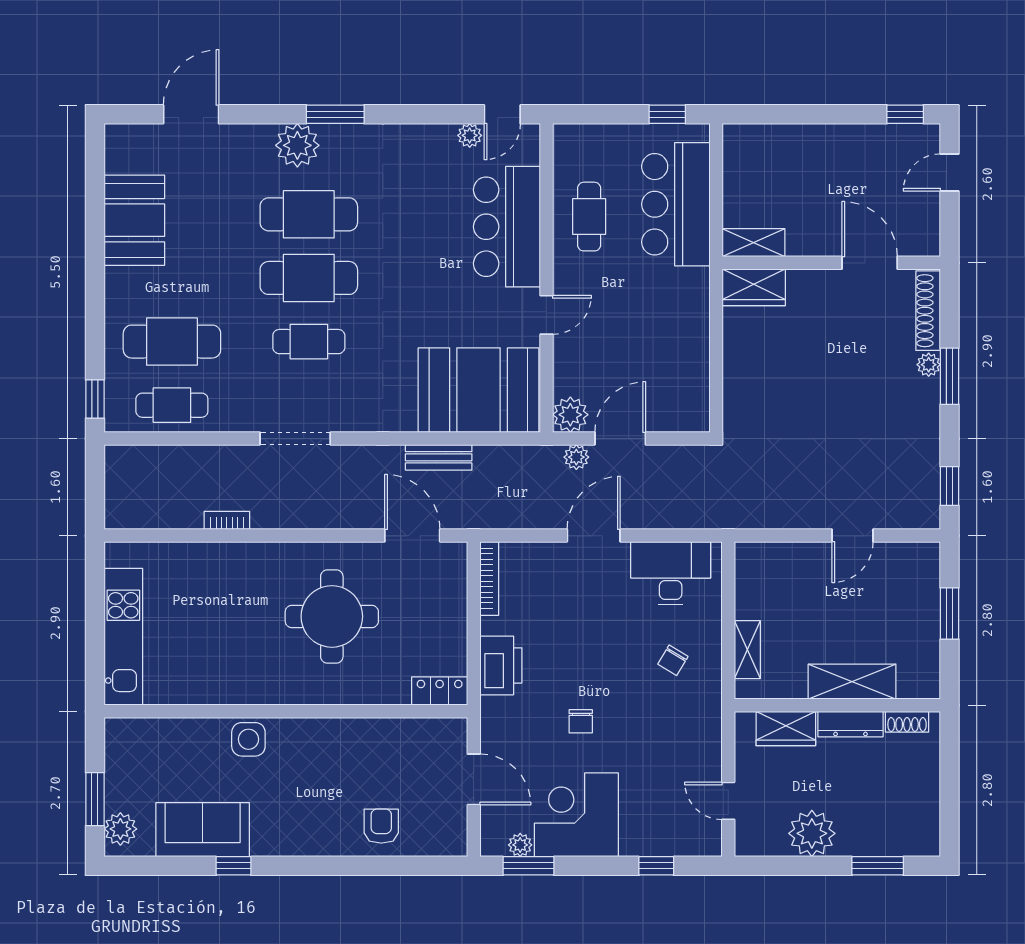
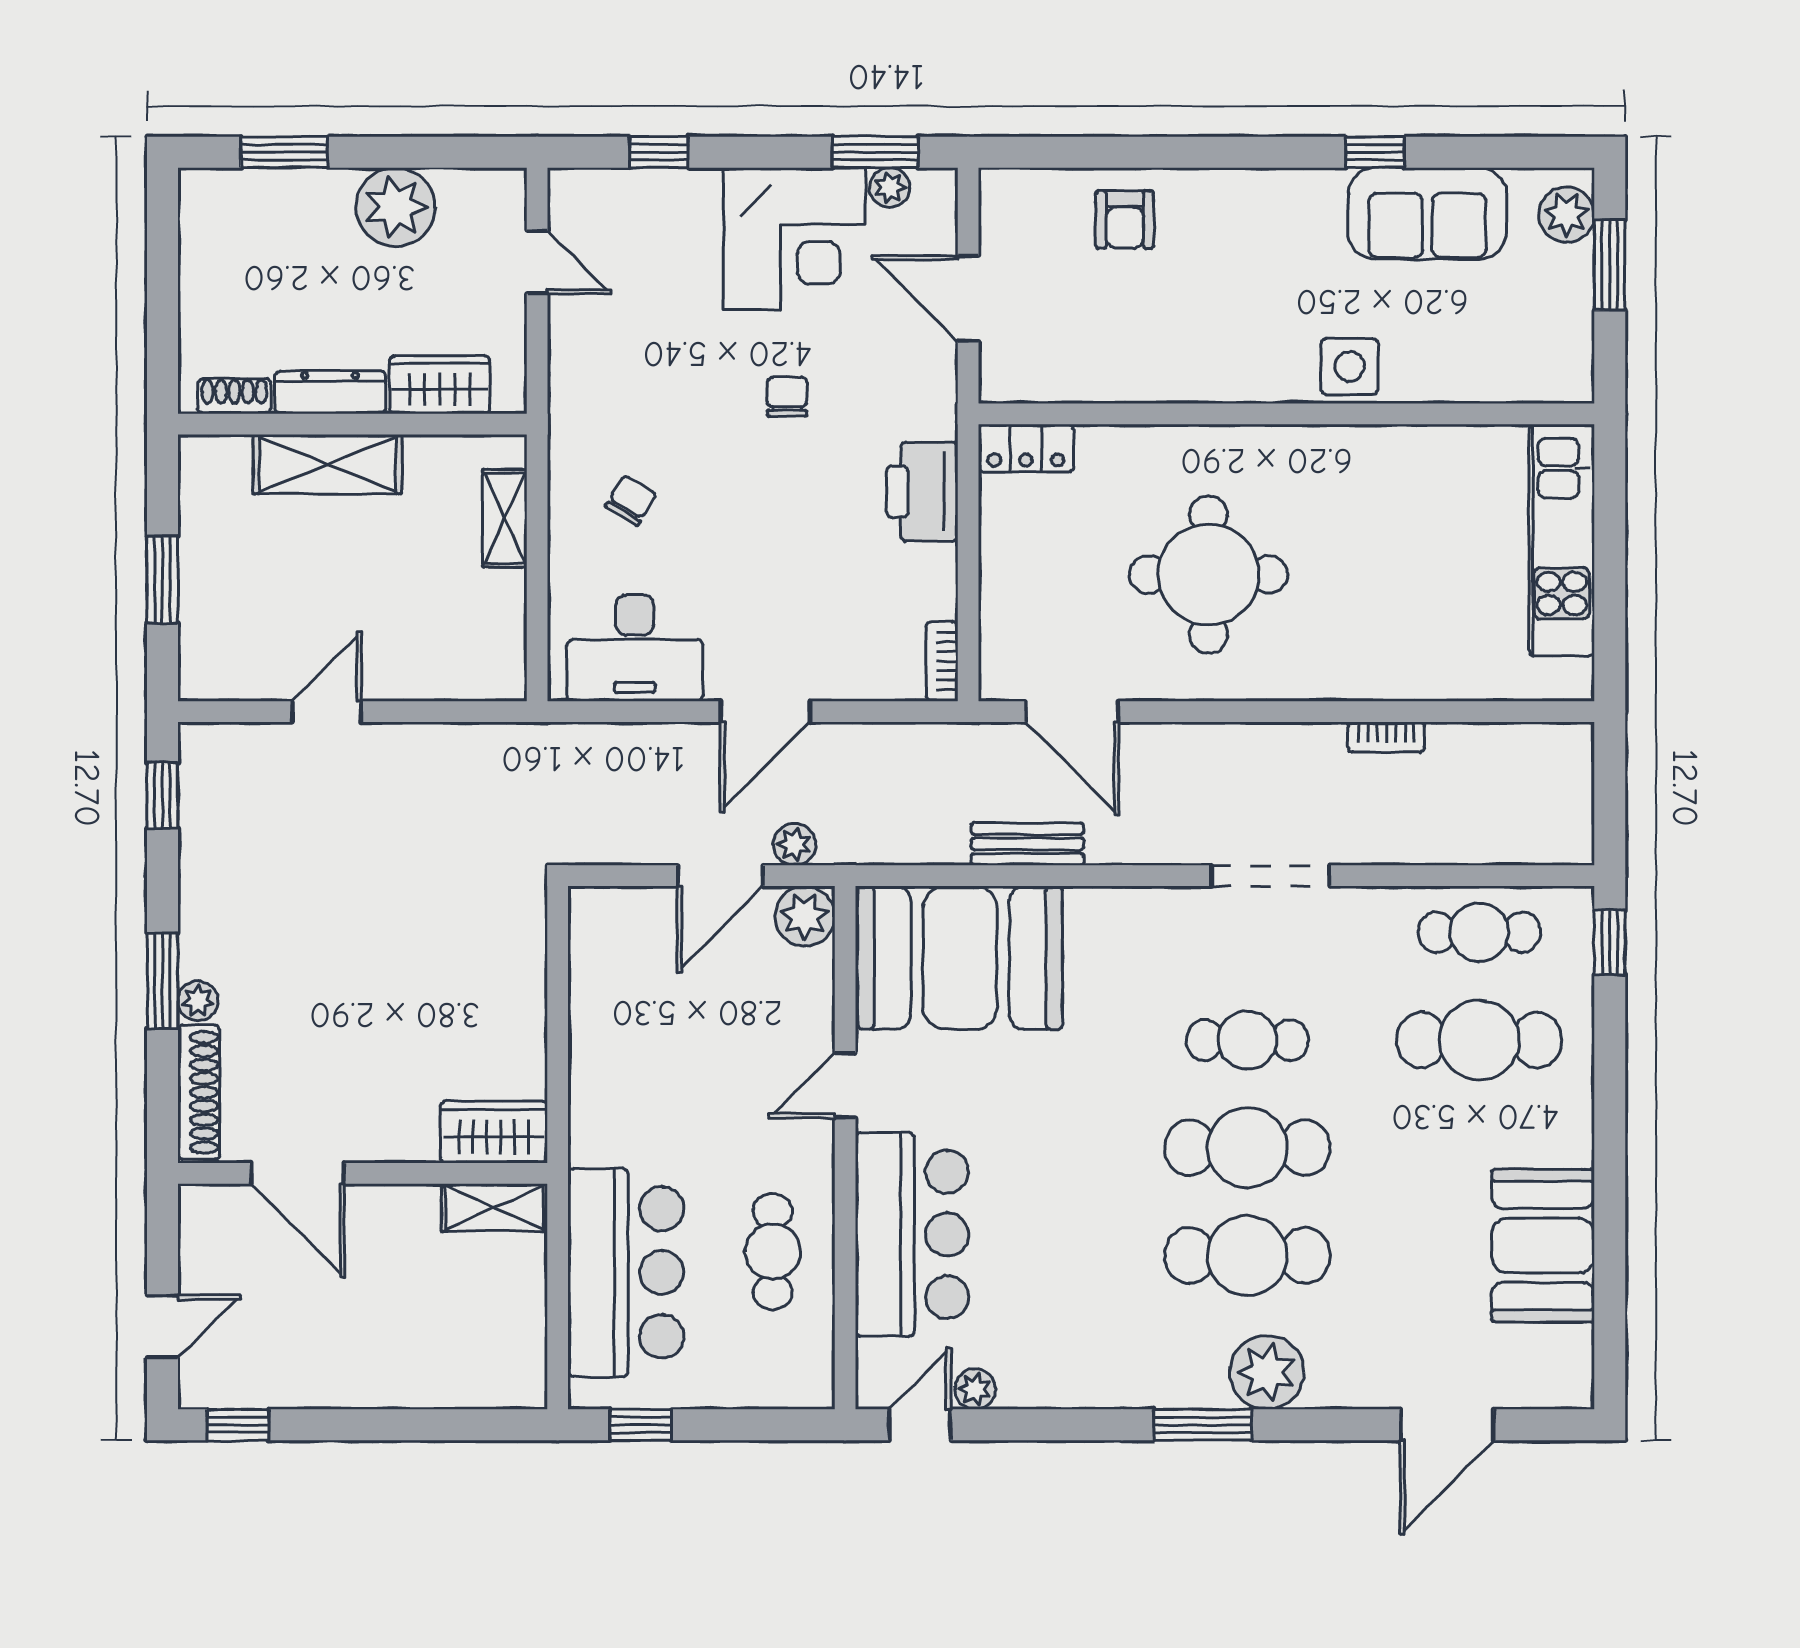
bookcase: (489, 578) -> (942, 661), width x0.64

